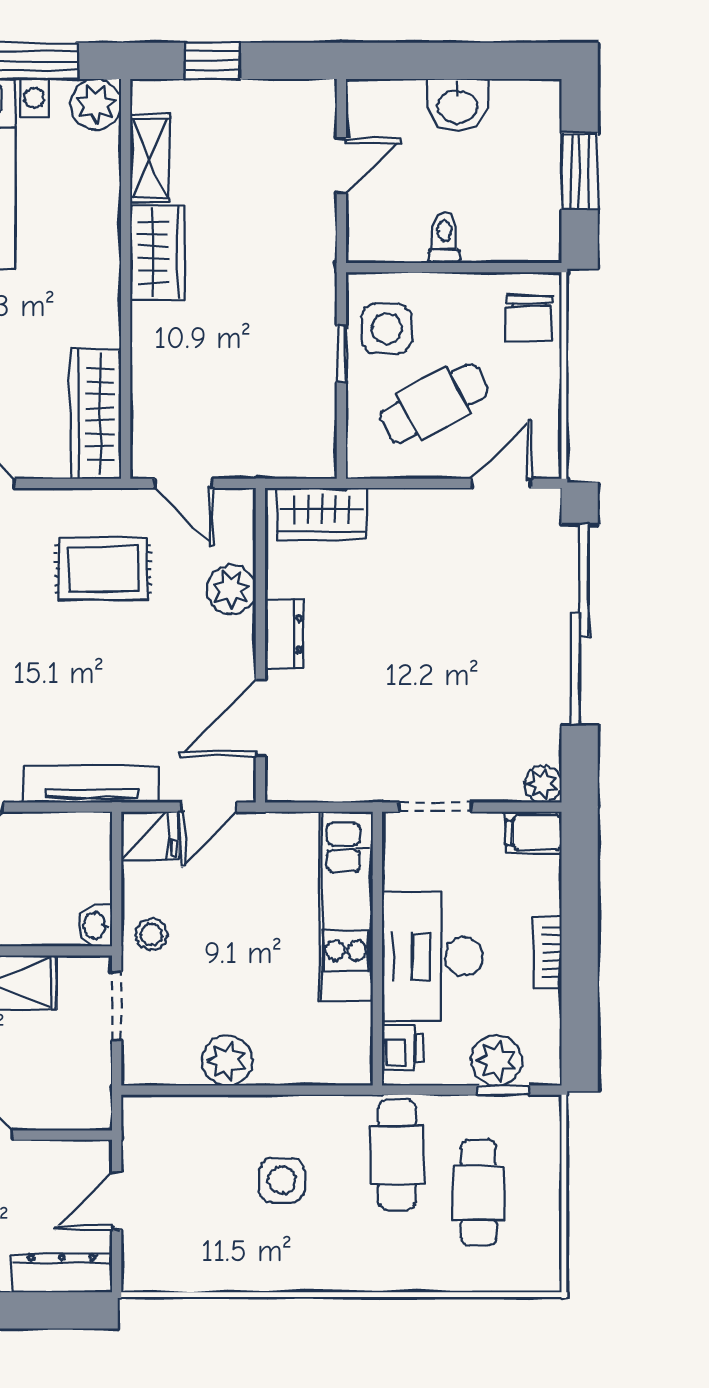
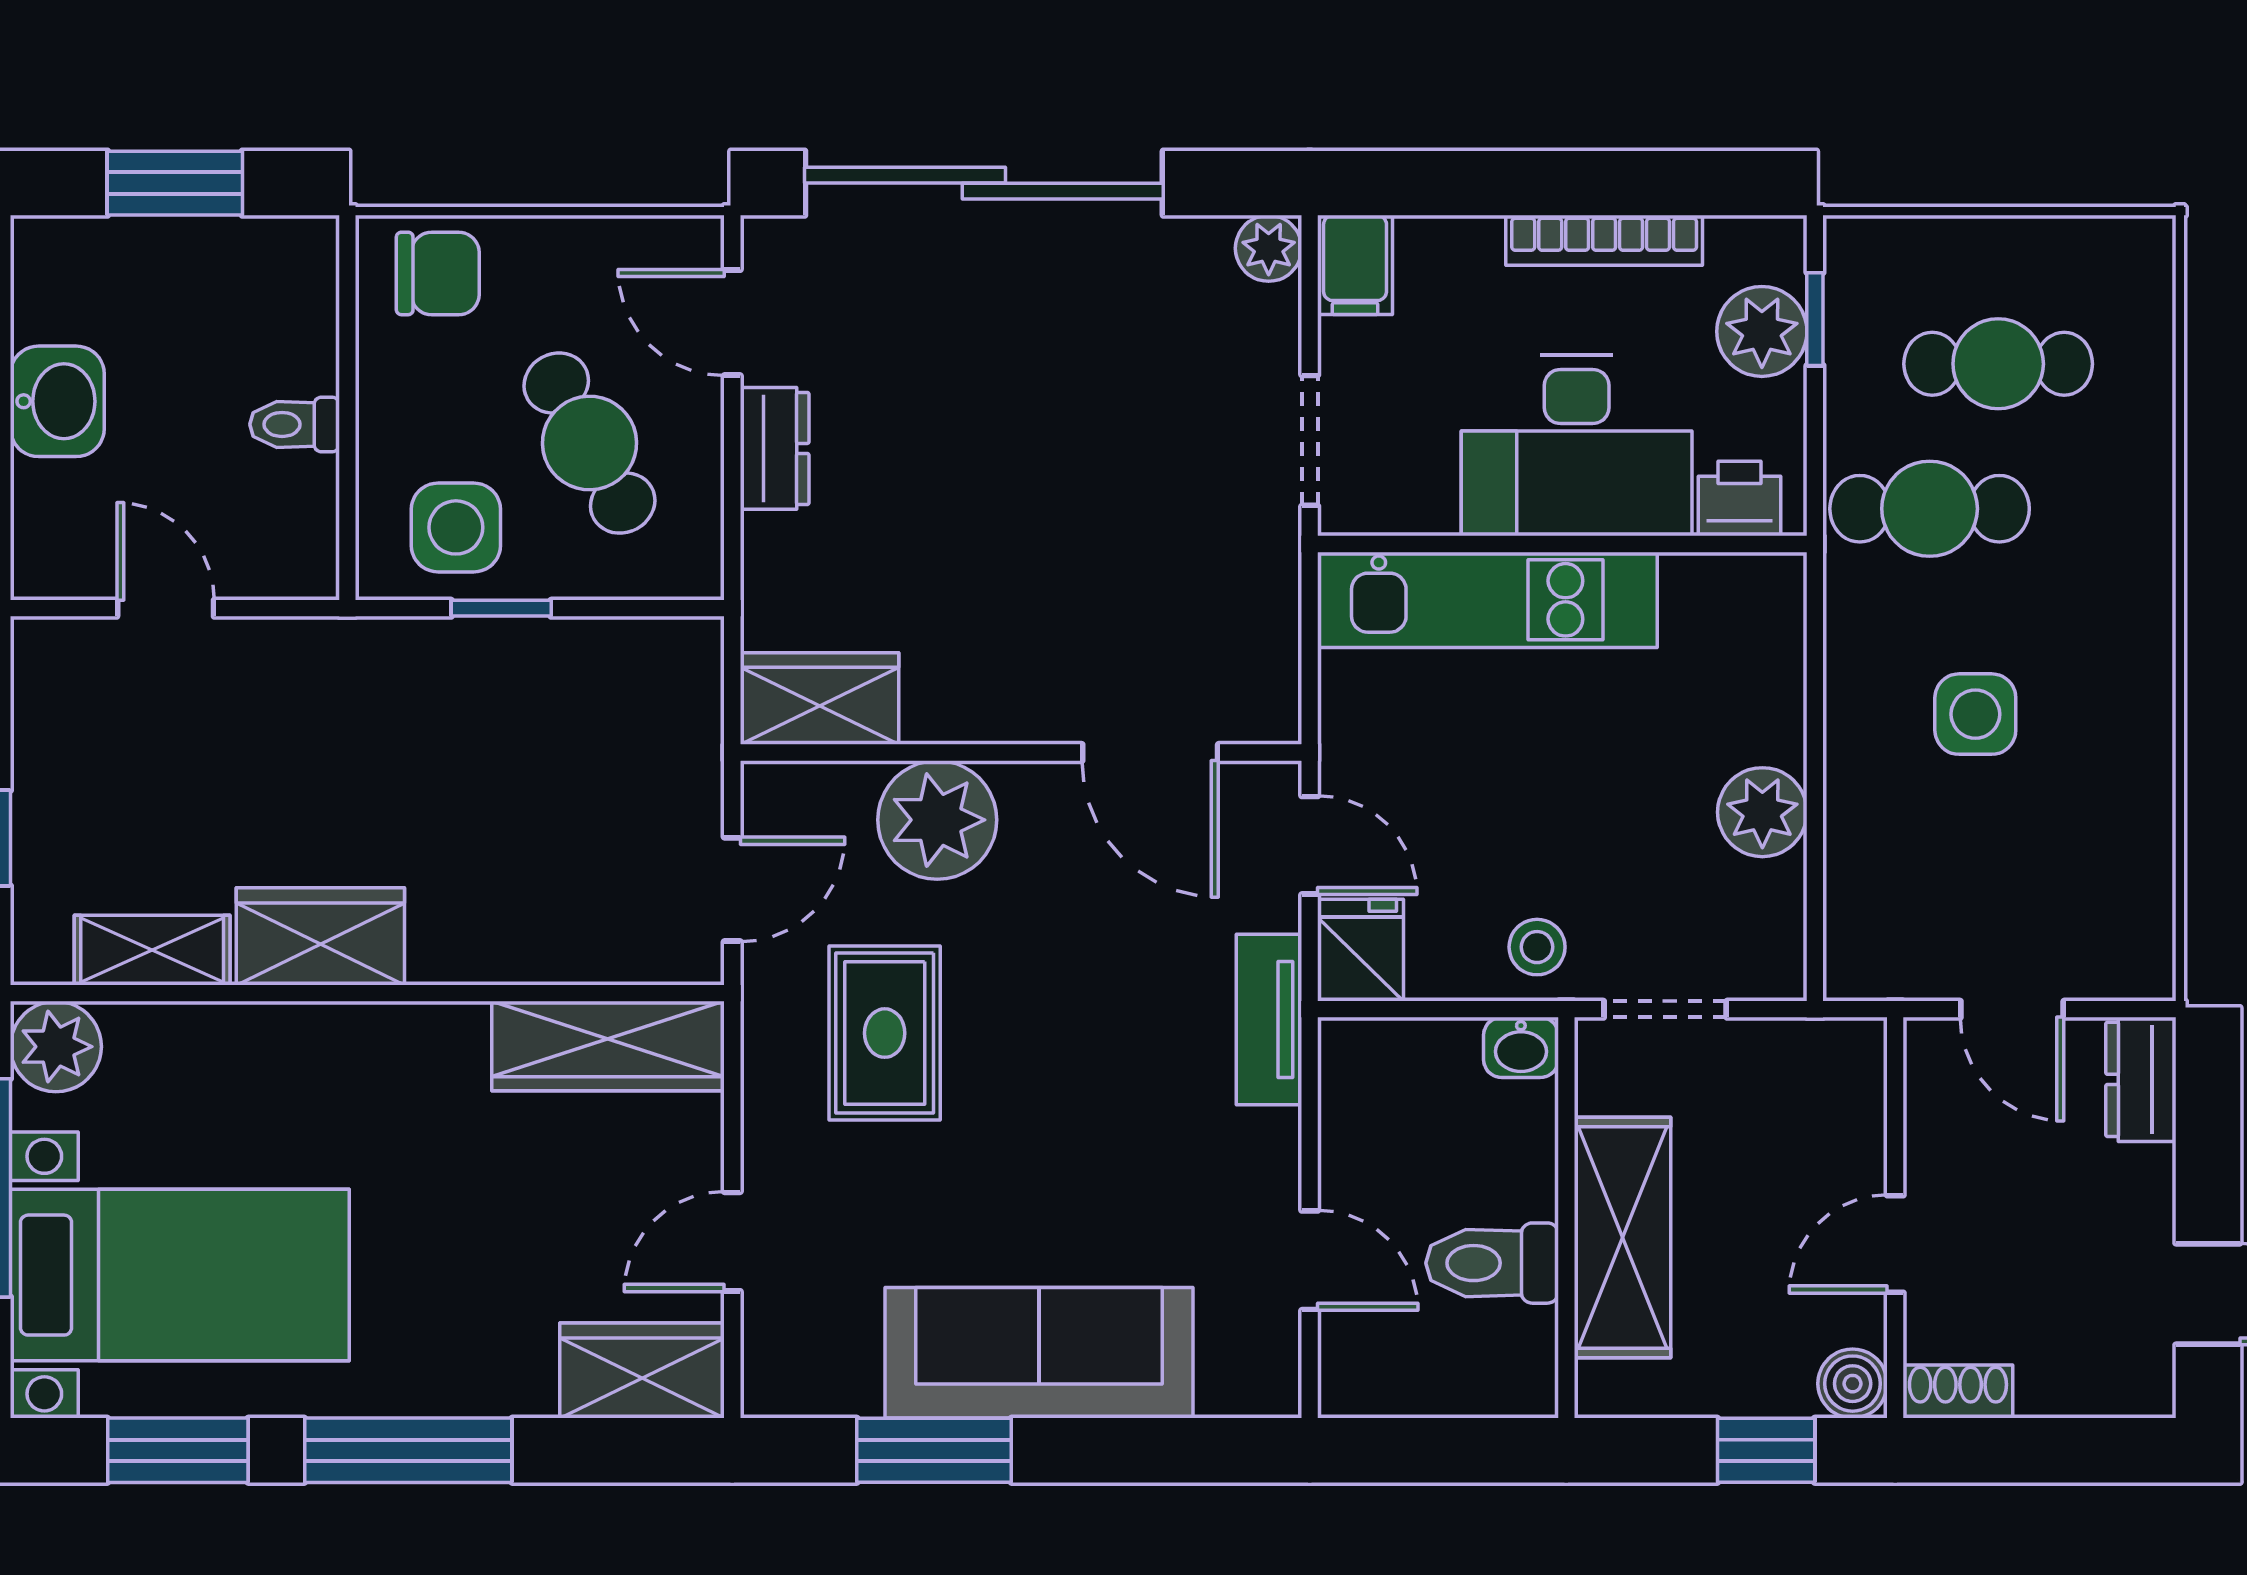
wardrobe: (322, 514) -> (820, 699), moved, turned -90
plant: (232, 589) -> (937, 820), width x1.36, depth x1.36
dresser: (284, 634) -> (775, 448), moved, turned 90
tv unit: (91, 784) -> (1269, 1019), width x0.71
bookcase: (548, 952) -> (1604, 240), width x1.56
dresser: (62, 1273) -> (2141, 1079), width x0.70

